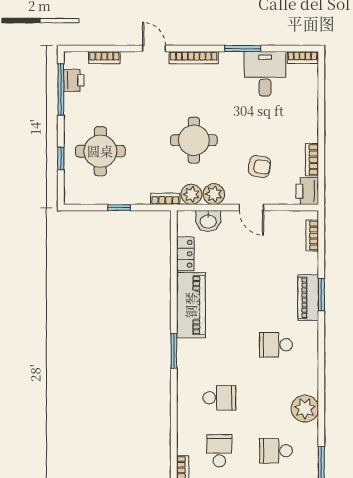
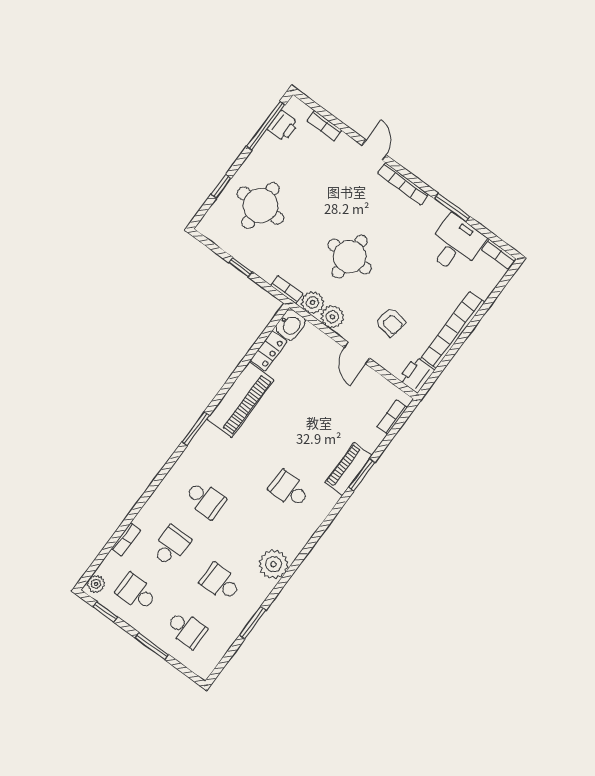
bookcase: (312, 160) -> (453, 330), width x2.31, depth x1.31
washbasin: (208, 221) -> (290, 325), moved, turned -90

